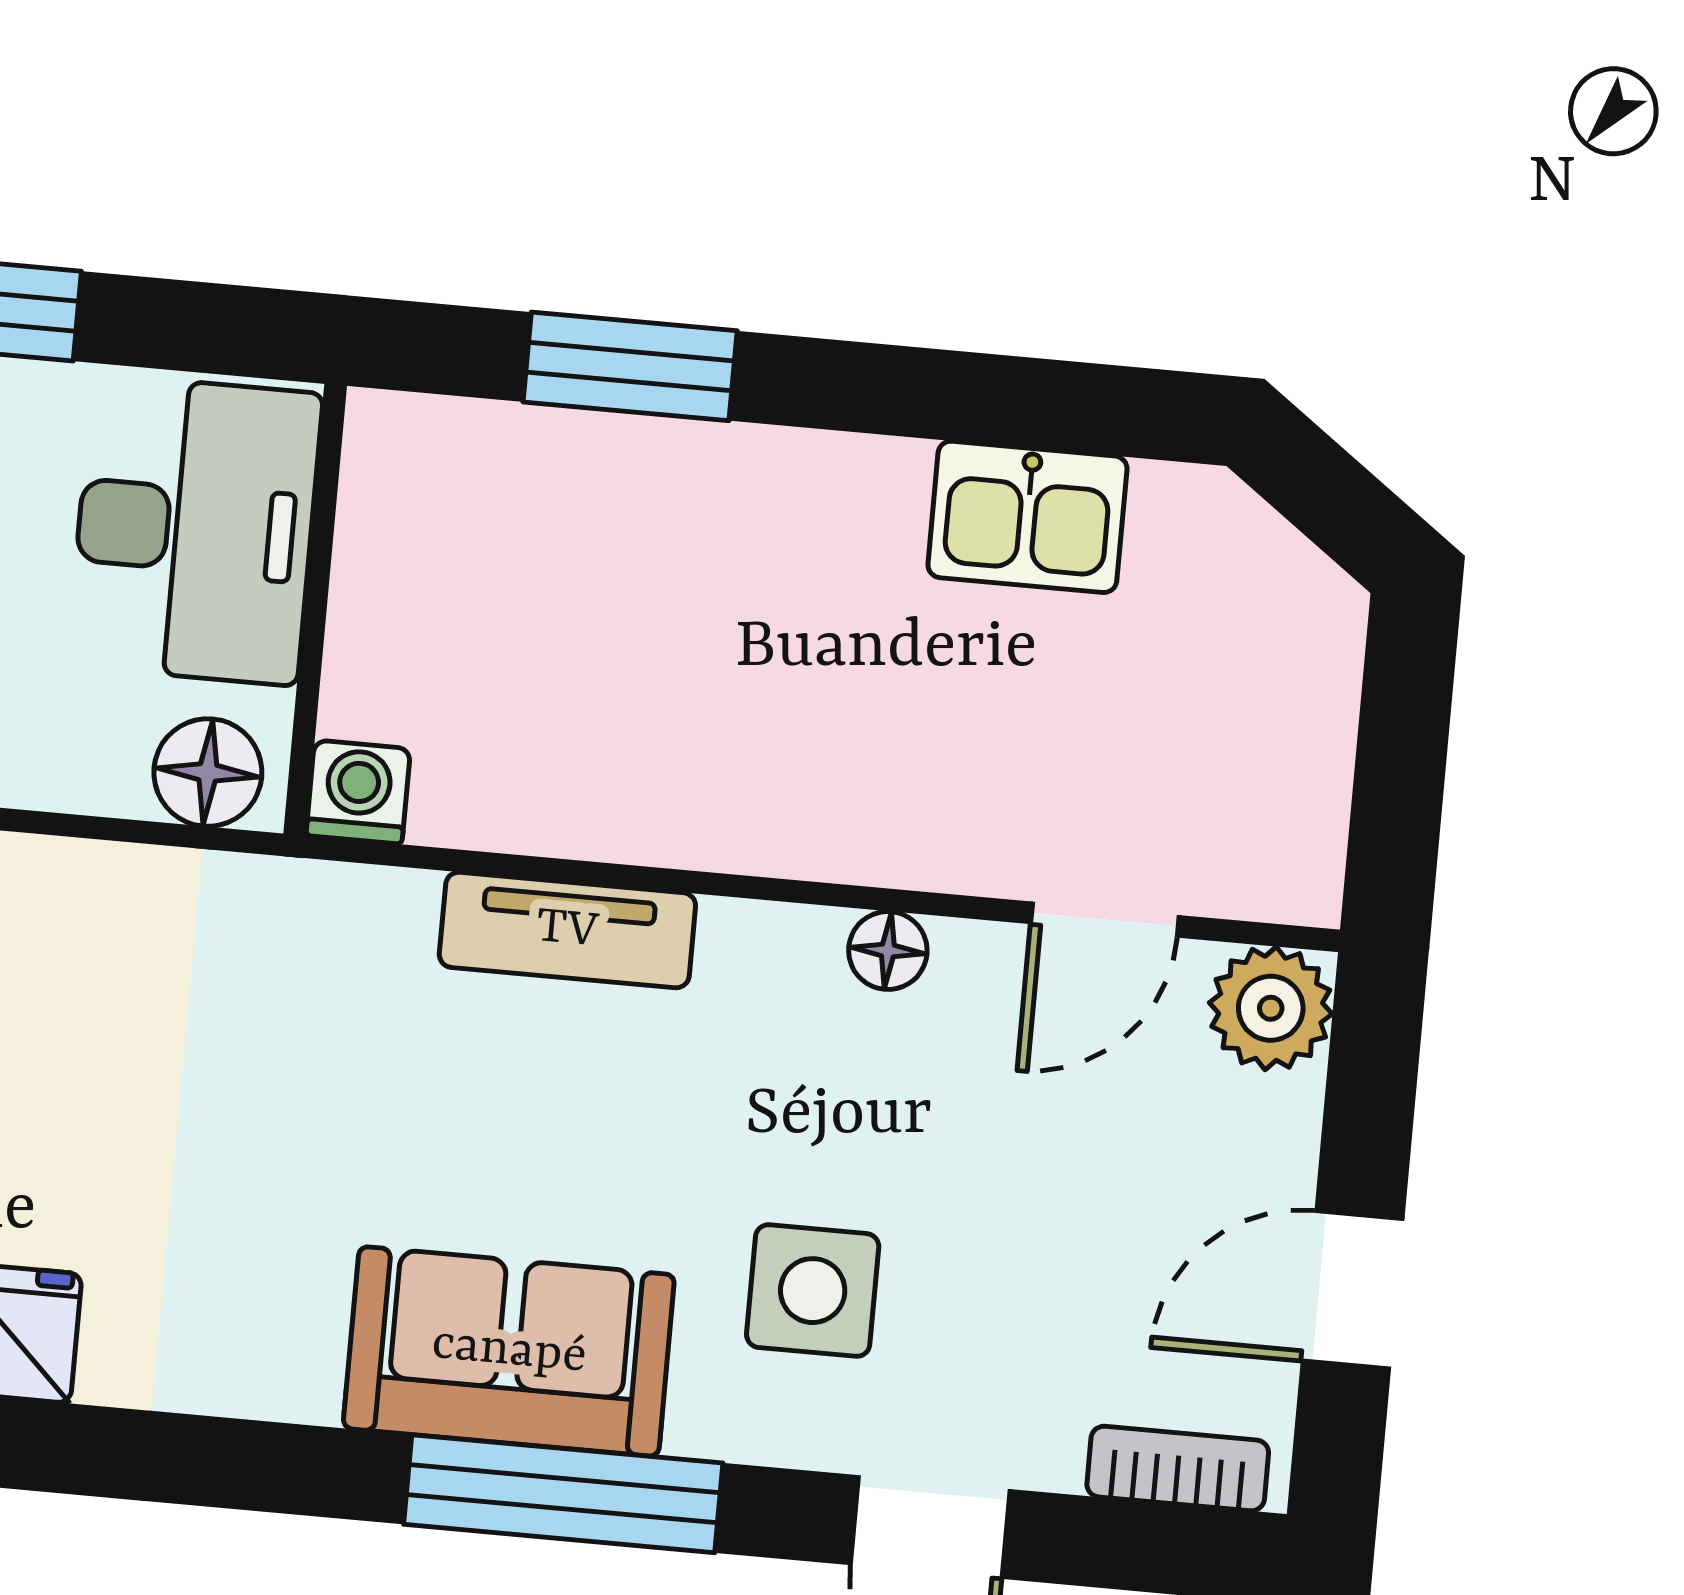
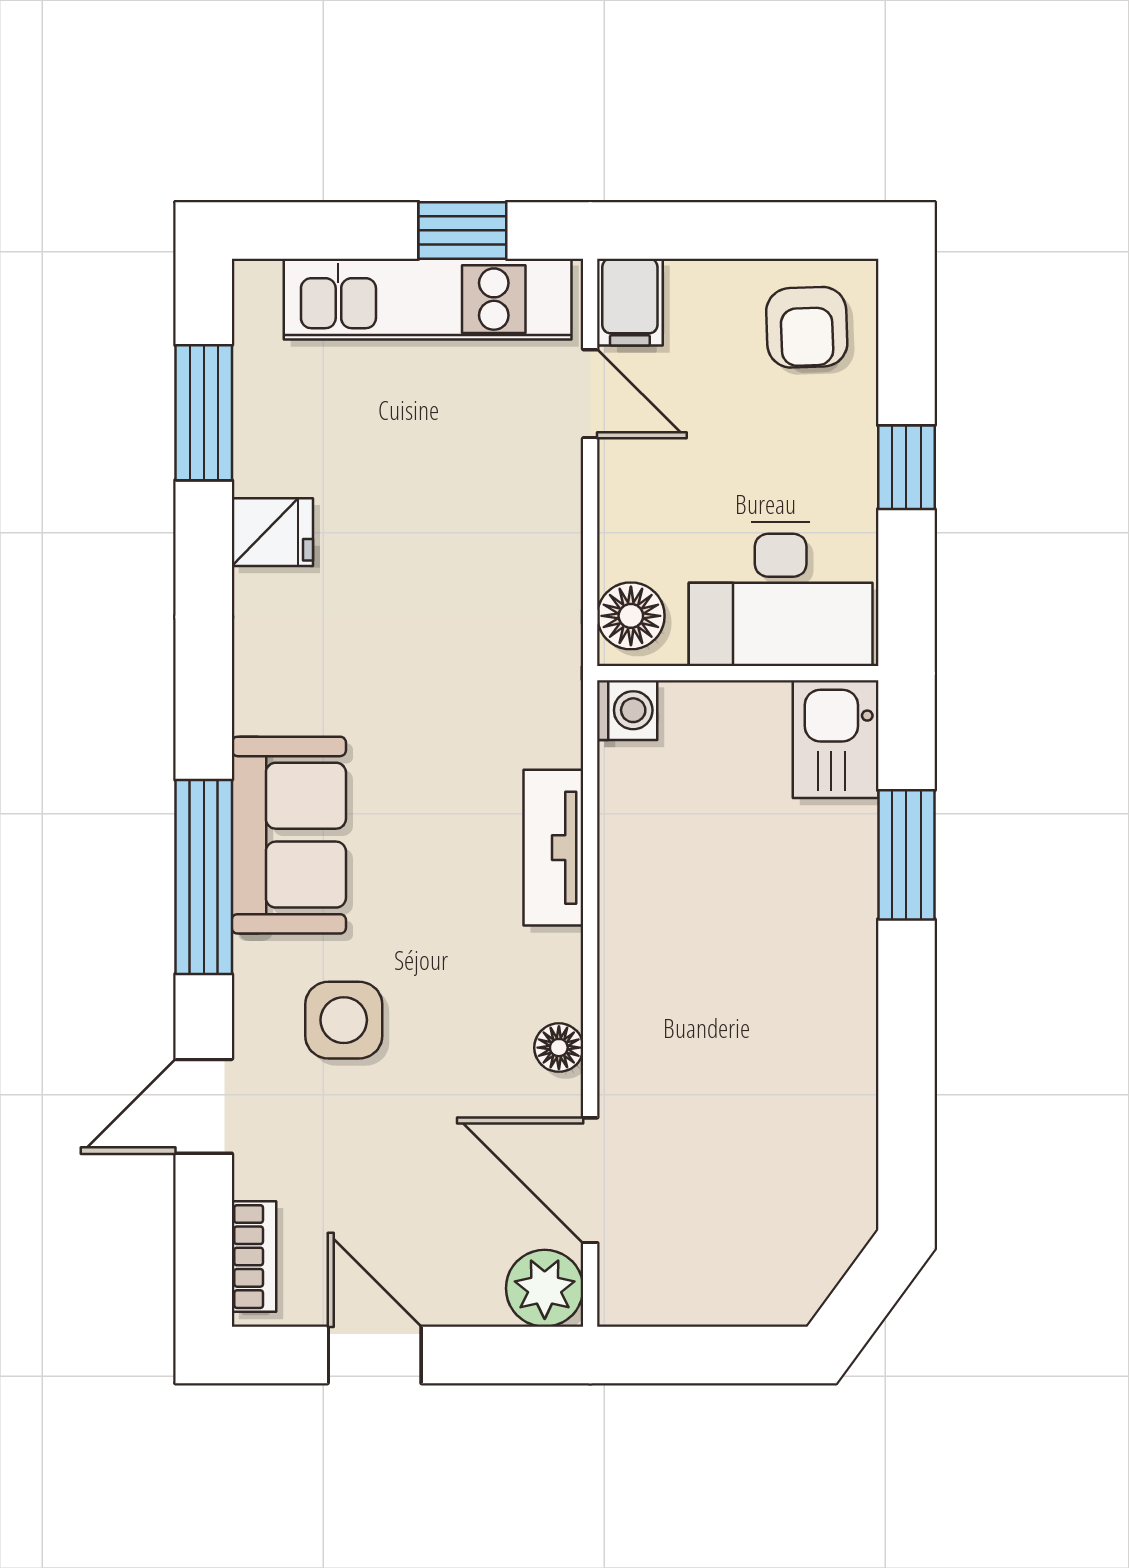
kitchen sink: (1027, 517) -> (836, 739), moved
door: (1105, 920) -> (590, 1180), width x1.38

